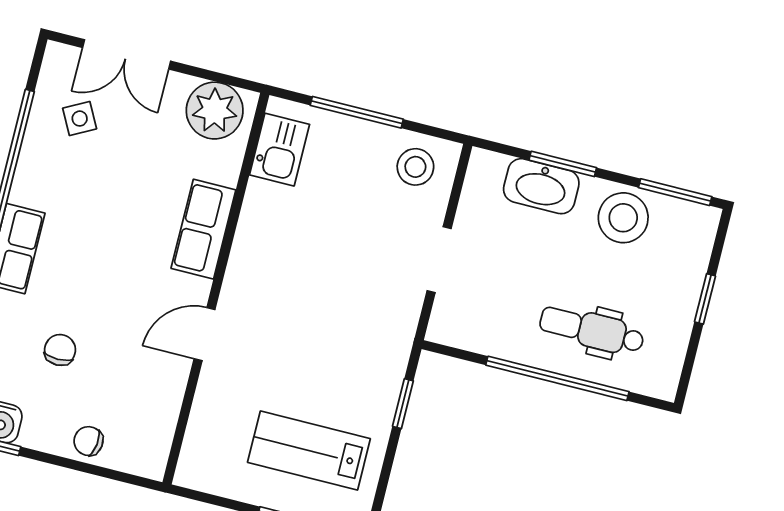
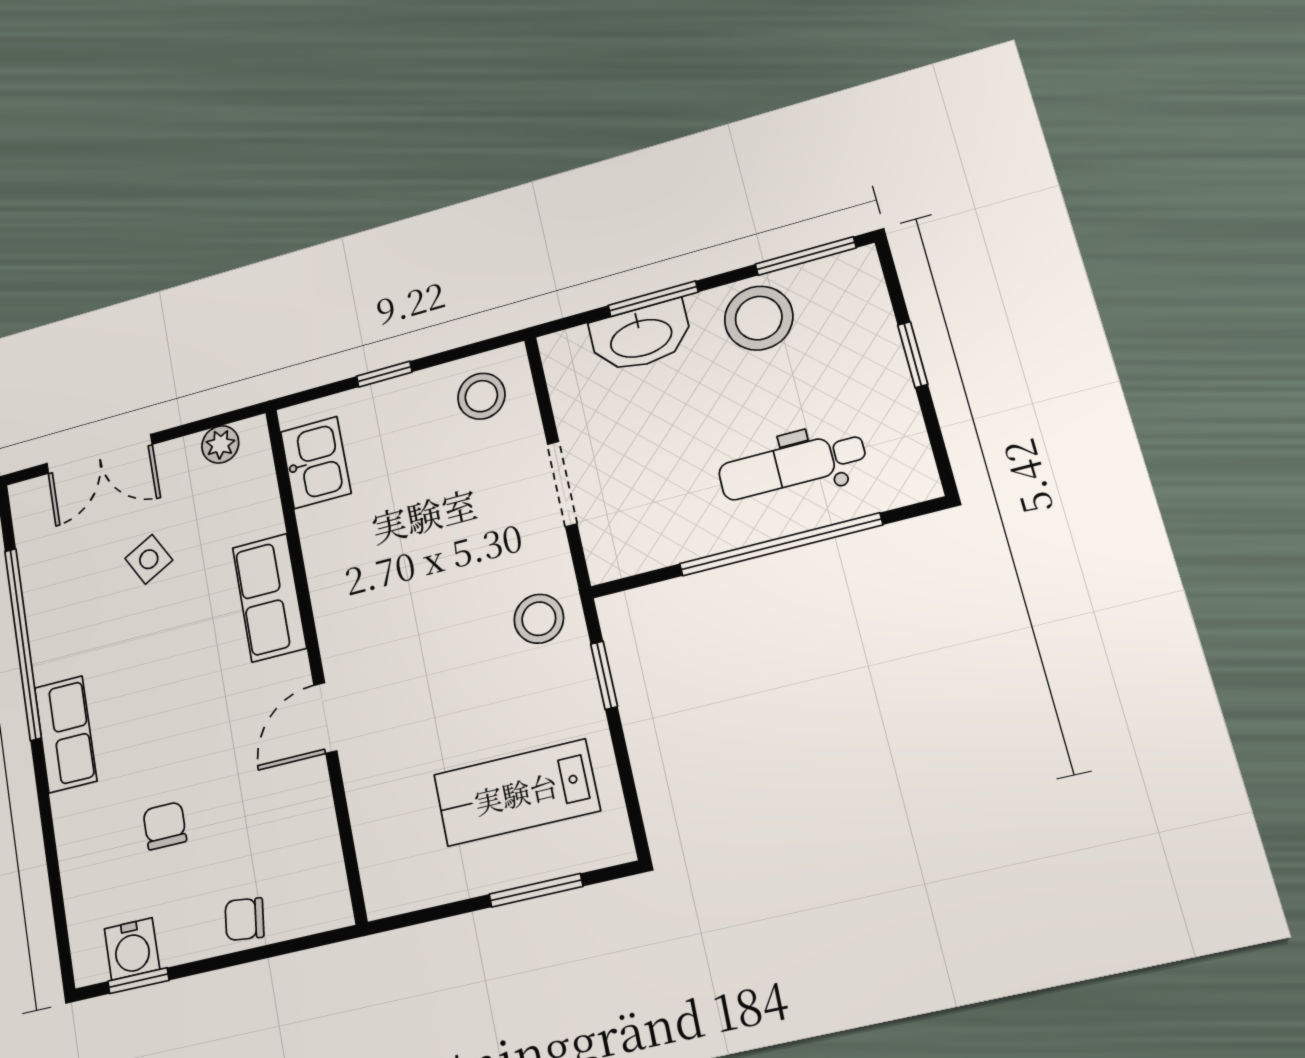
plant: (215, 111) -> (220, 444), width x0.53, depth x0.53
window: (357, 112) -> (384, 374), width x0.46
side table: (80, 119) -> (149, 559), moved
stool: (379, 343) -> (539, 619), added

